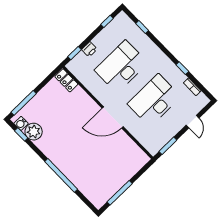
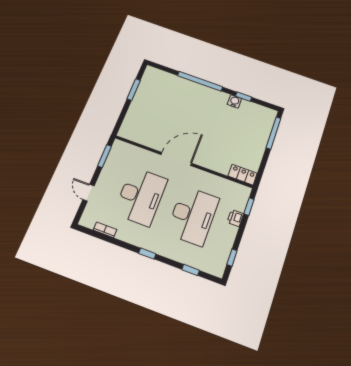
window: (182, 68) -> (147, 254), moved
water cooler: (21, 123) -> (235, 101), moved
plant: (34, 132) -> (249, 110), removed
window: (21, 134) -> (244, 97), moved
window: (120, 193) -> (134, 90), width x0.69

